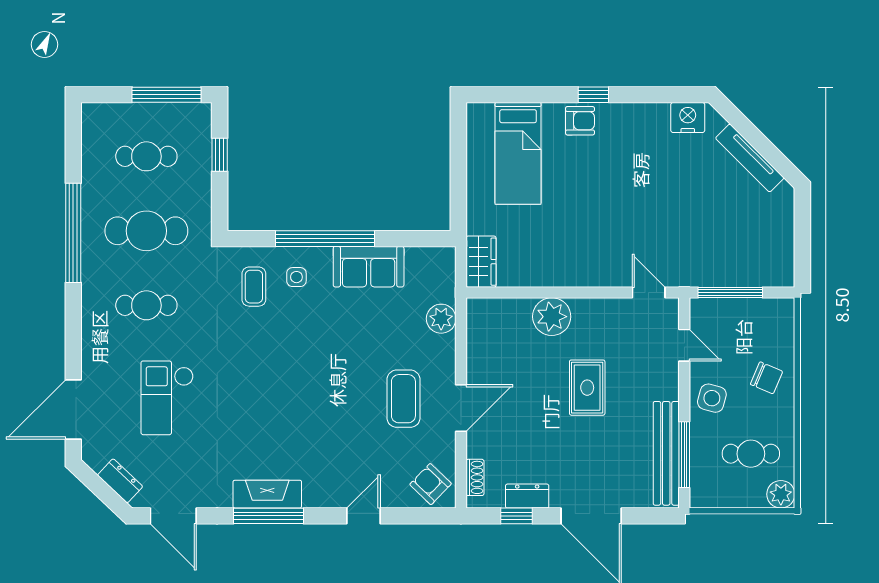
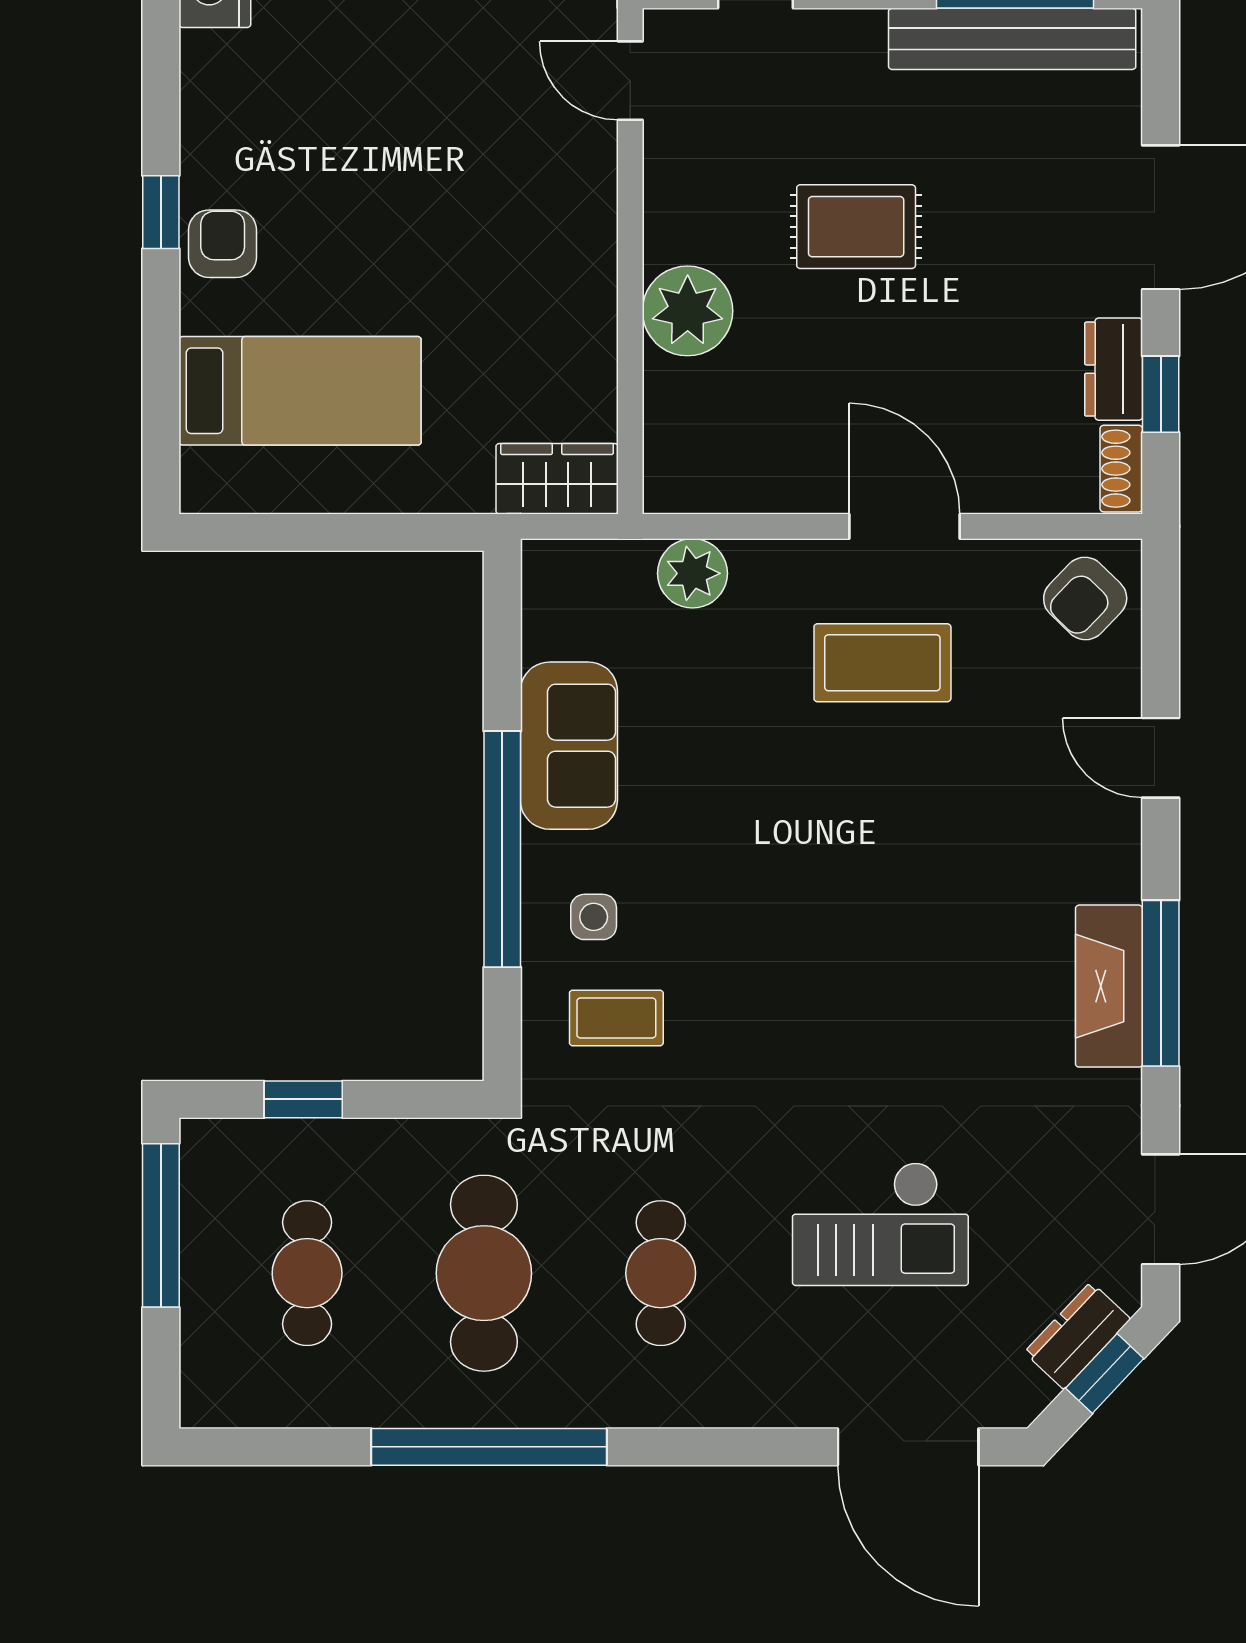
door: (649, 292) -> (630, 81), hinge flipped
shoe rack: (475, 477) -> (1121, 469), moved, turned -90
window: (104, 492) -> (1105, 1373), added

